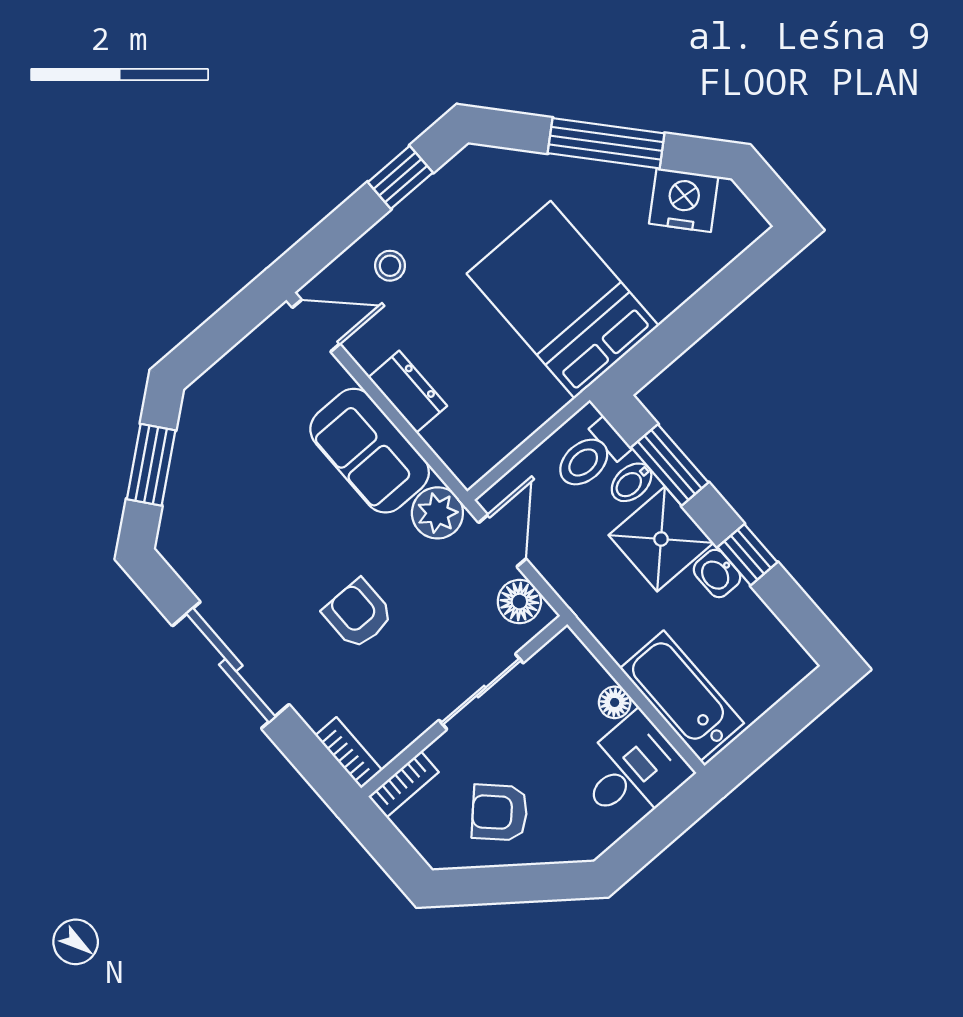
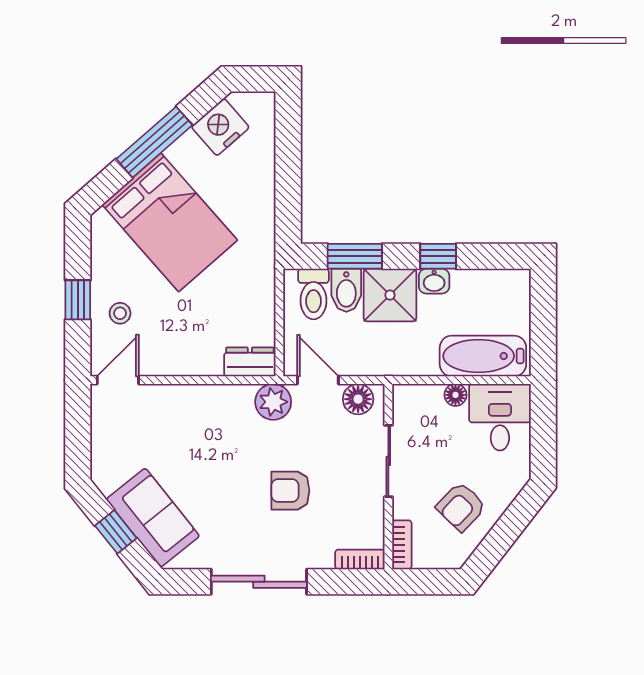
window: (400, 177) -> (78, 300), moved
bed: (563, 300) -> (170, 222), moved, turned -131
dresser: (408, 392) -> (250, 362), moved
sofa: (370, 451) -> (153, 518), moved, turned -129
window: (151, 465) -> (116, 532), width x0.67
bidet: (632, 482) -> (346, 290), width x1.38, depth x1.36

